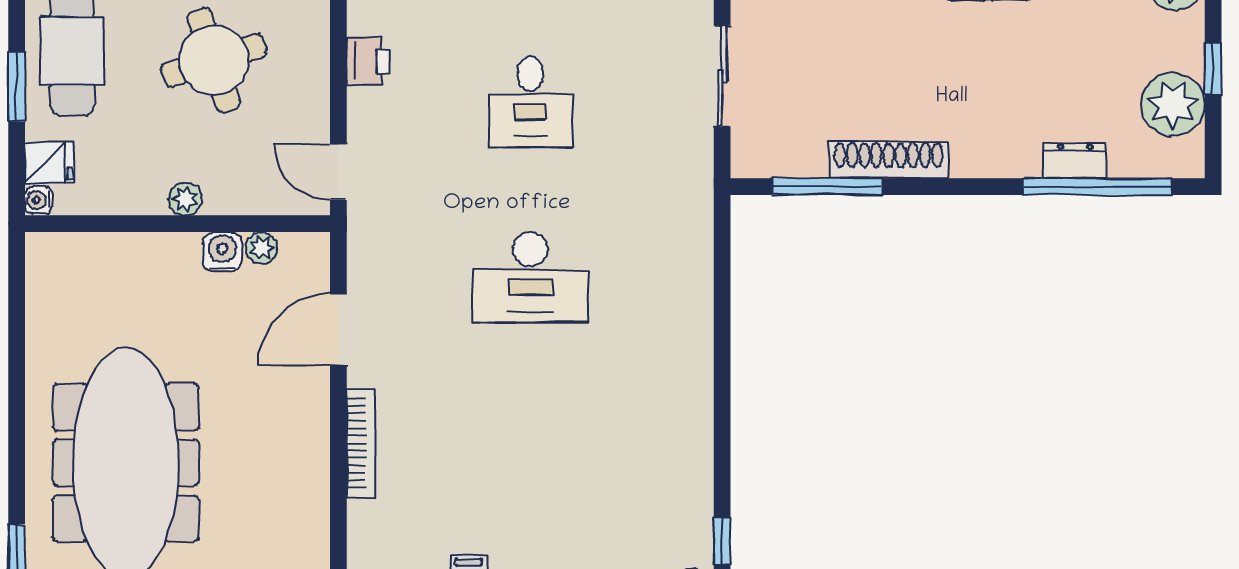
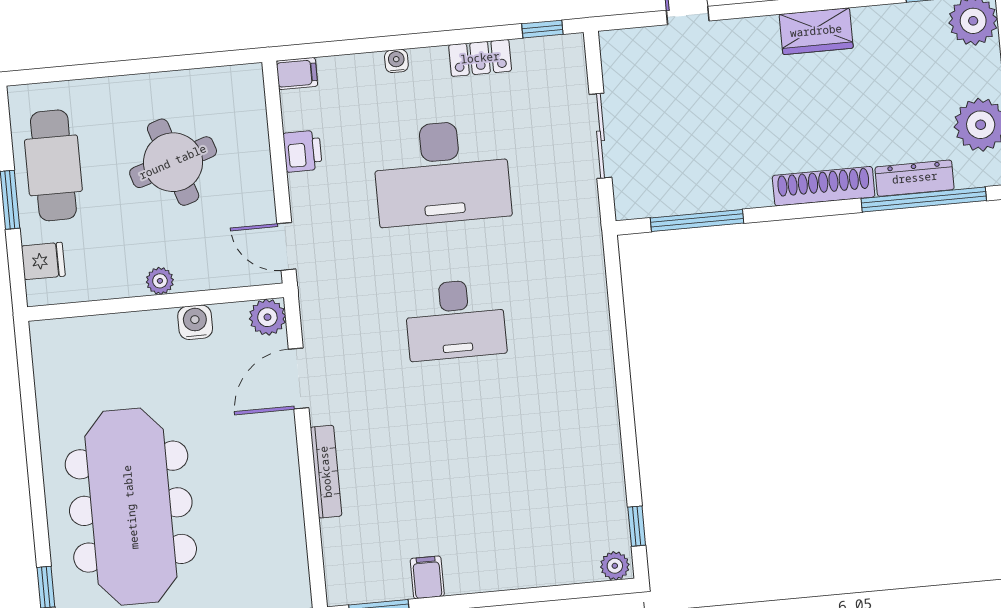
desk: (530, 102) -> (442, 173), width x1.87, depth x1.30
shoe rack: (889, 160) -> (824, 186), moved
dresser: (1075, 160) -> (915, 178), width x1.44
water cooler: (39, 200) -> (37, 293), removed
plant: (261, 248) -> (267, 317), moved, width x1.38, depth x1.38

